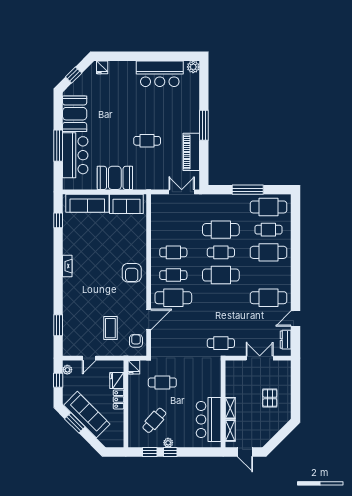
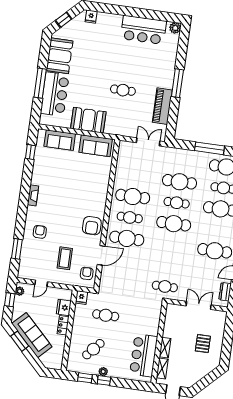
sofa: (87, 203) -> (60, 140), width x0.73
cafe table: (173, 252) -> (133, 197), width x1.37, depth x1.35
armchair: (132, 273) -> (92, 226), moved
armchair: (80, 304) -> (40, 232), added

